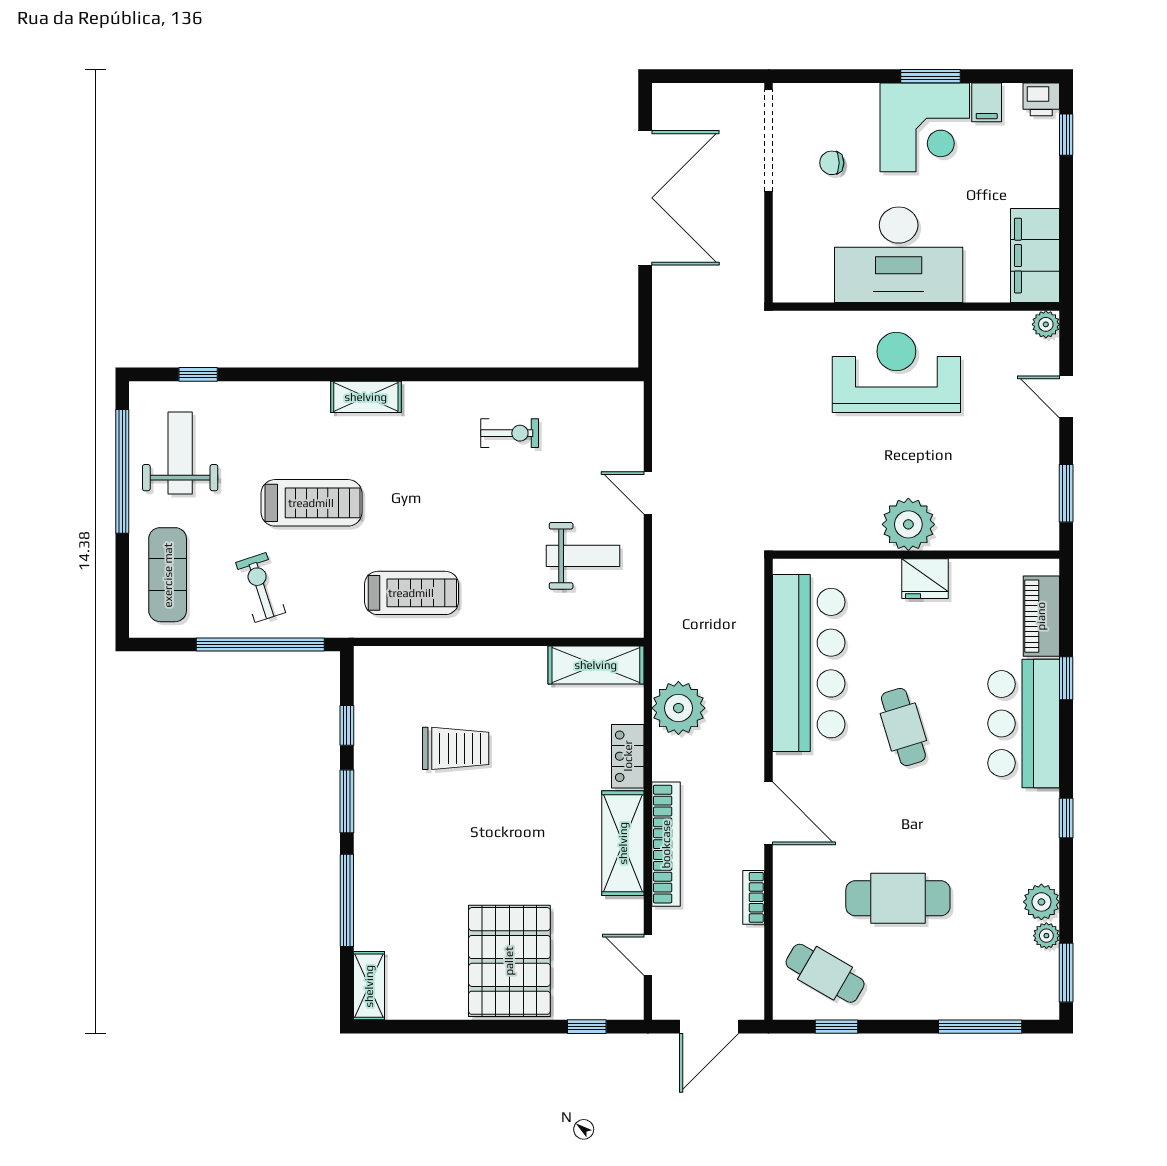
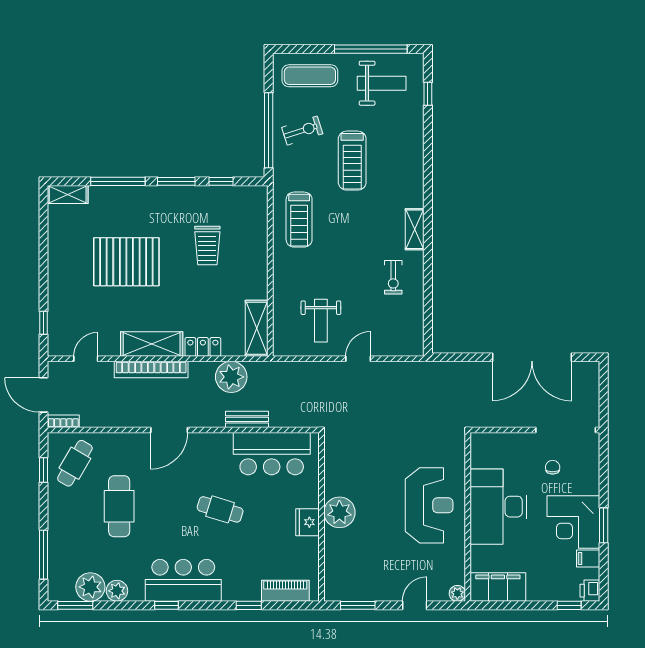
shelving: (366, 397) -> (415, 229), moved
bar counter: (809, 663) -> (272, 454), width x0.73
bench: (751, 681) -> (247, 419), added
bar counter: (1024, 724) -> (183, 580), moved
cafe table: (903, 727) -> (220, 509), turned 34
bookcase: (754, 897) -> (63, 421), moved
plant: (1046, 936) -> (90, 587), width x1.88, depth x1.88
pallet: (509, 961) -> (126, 262), moved

